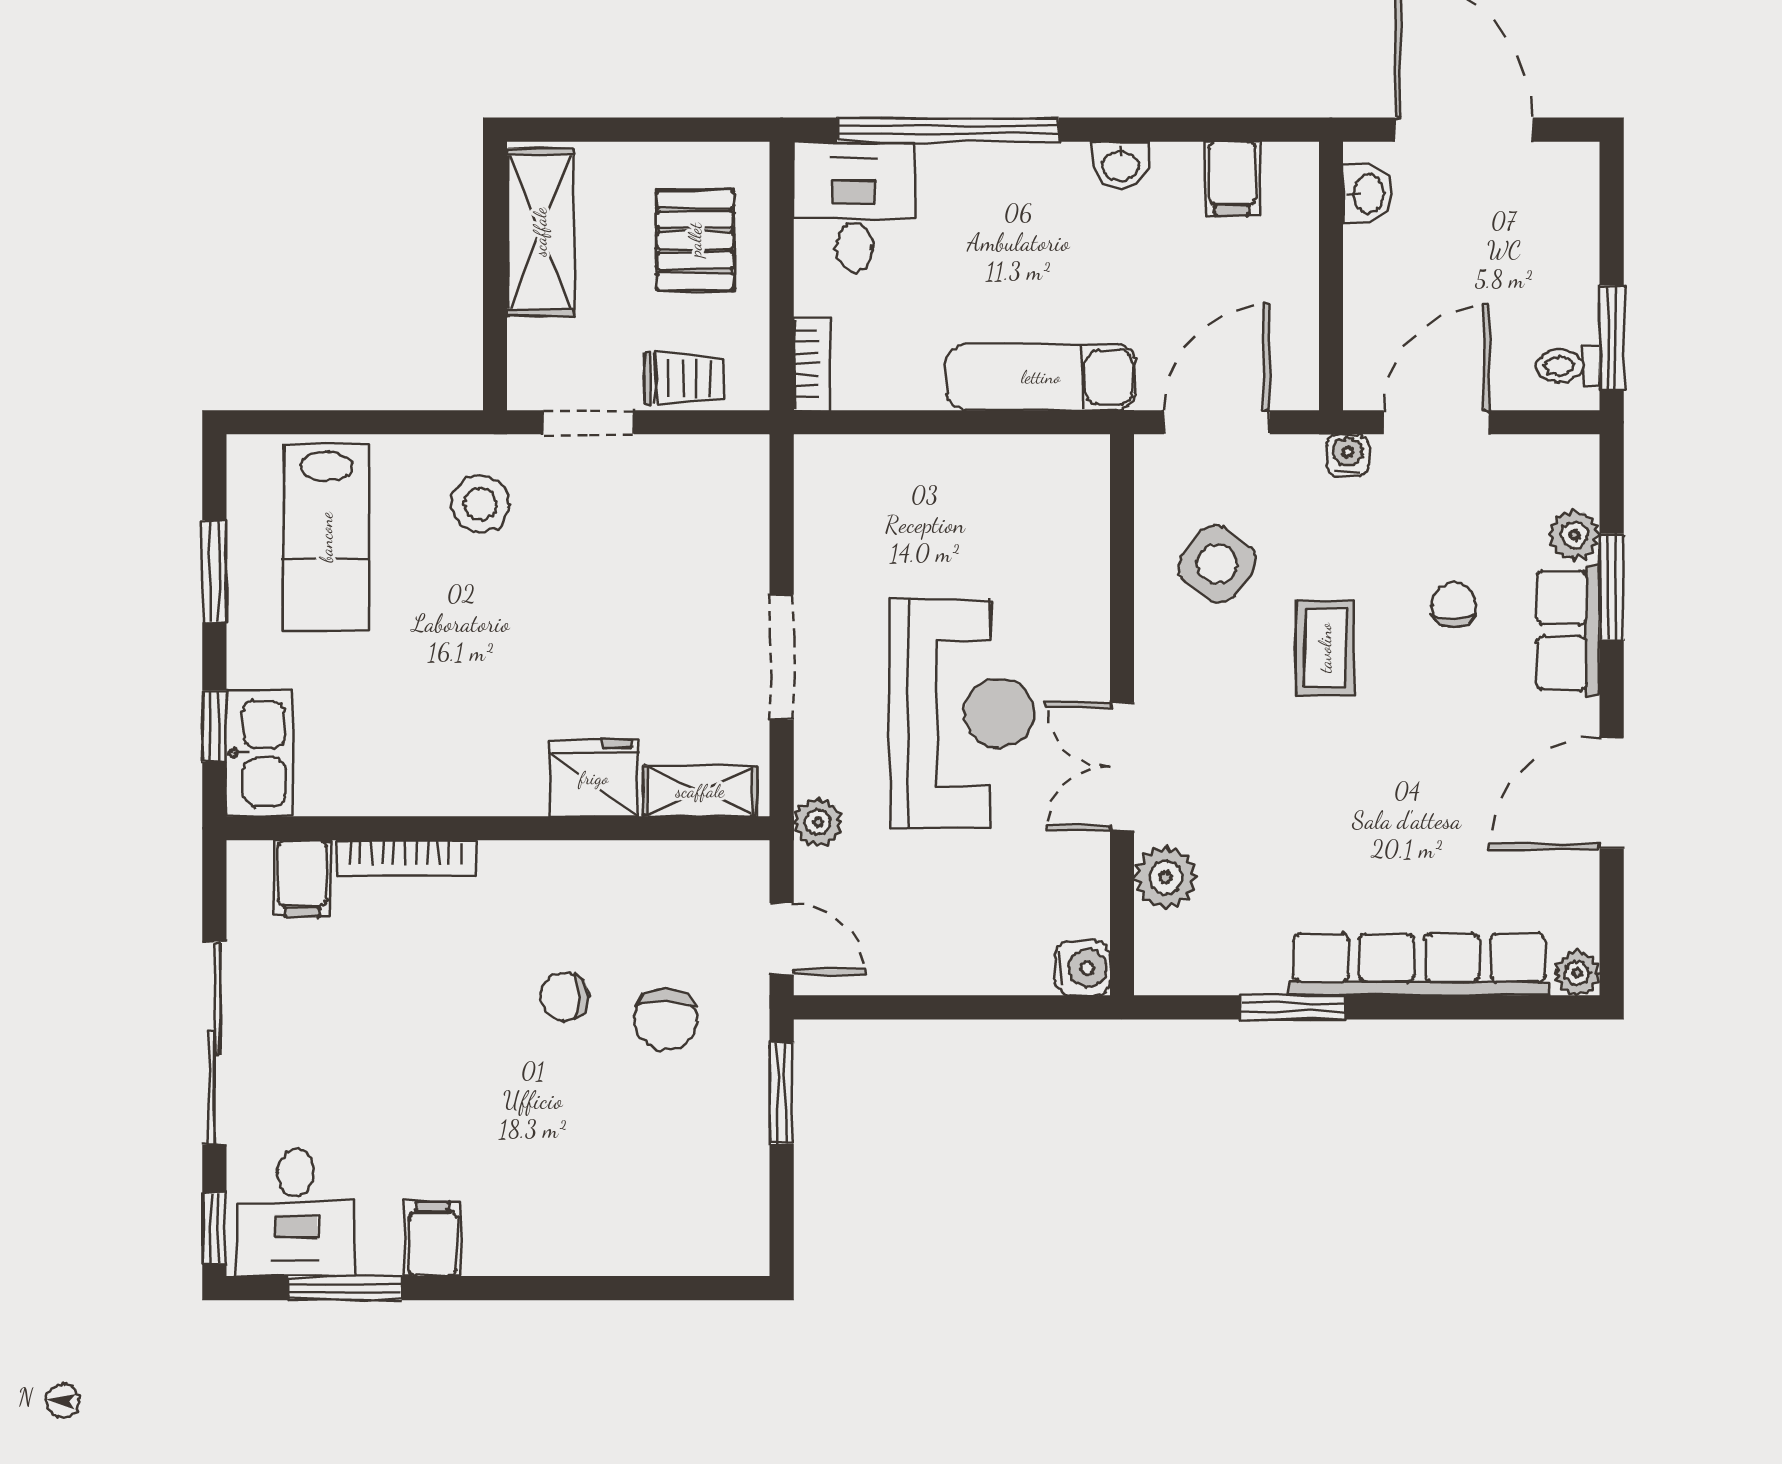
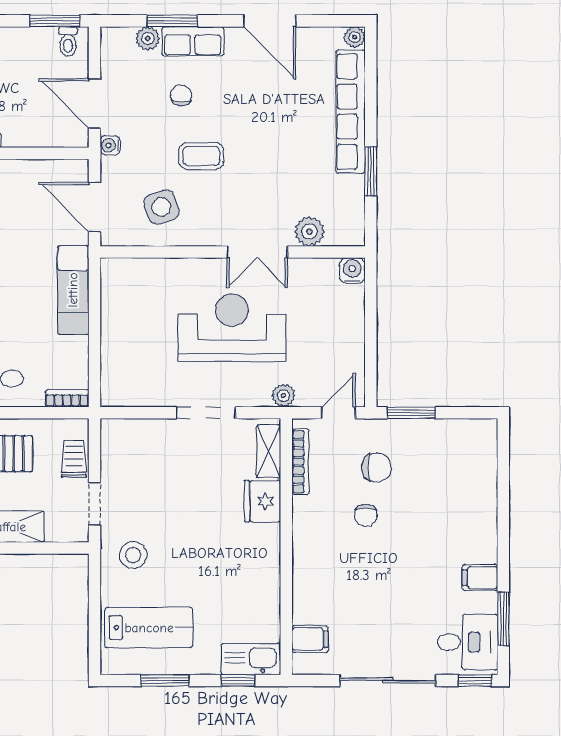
side table: (1217, 564) -> (161, 207), turned 34
chair: (1454, 606) -> (181, 95), turned 90
bookcase: (405, 858) -> (300, 462), moved

